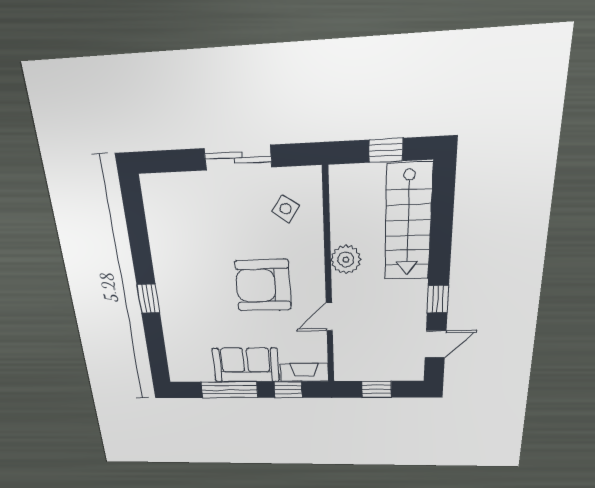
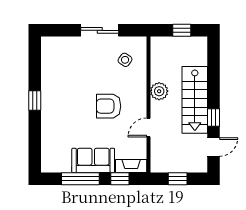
stairs: (408, 223) -> (195, 100), moved
armchair: (263, 285) -> (109, 106), width x0.73, depth x0.73
window: (148, 299) -> (35, 101), moved

